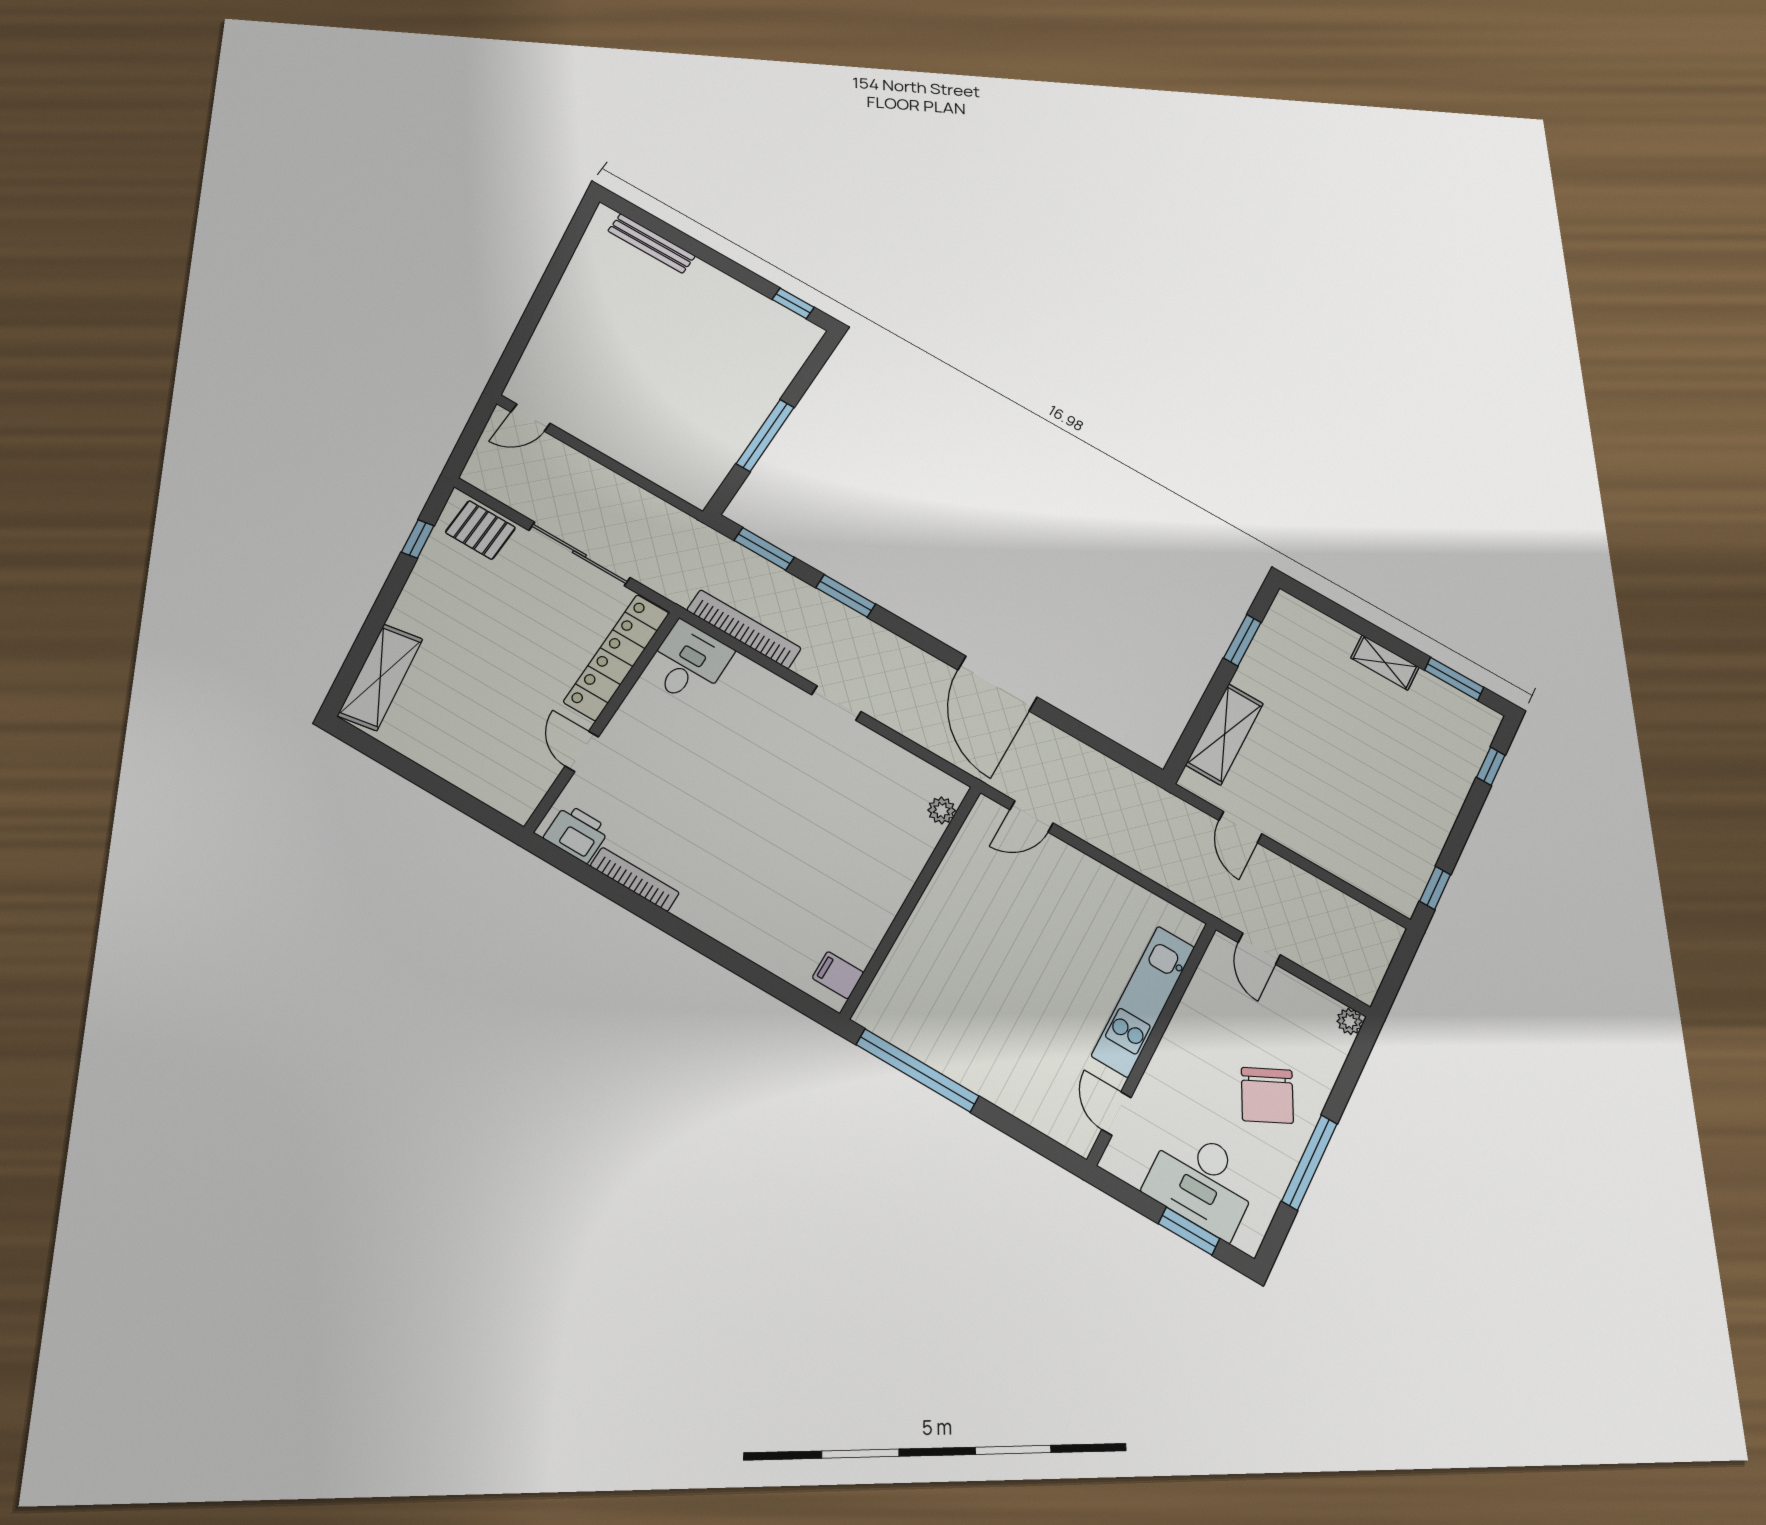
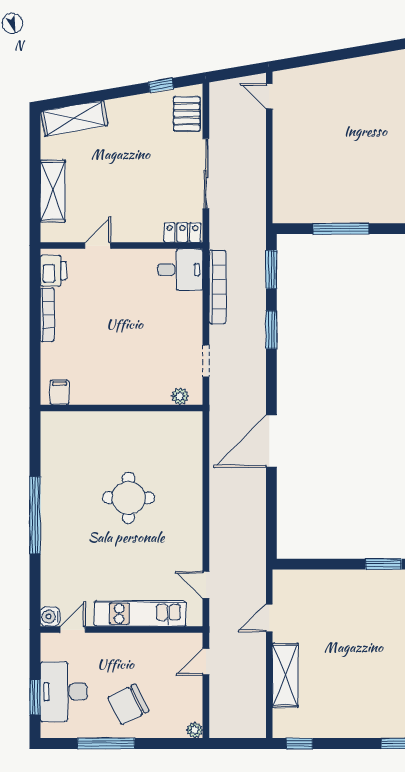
locker: (617, 657) -> (182, 233), width x0.46, depth x0.83
shelving: (1225, 734) -> (285, 675), moved, turned 90
shelving: (462, 767) -> (53, 191), added
plant: (942, 810) -> (180, 396), moved
door: (1032, 816) -> (206, 585), moved
wall: (912, 900) -> (121, 408), moved
round table: (968, 920) -> (129, 498), added
filing cabinet: (838, 975) -> (59, 392), moved
water cooler: (1080, 1137) -> (50, 617), added

